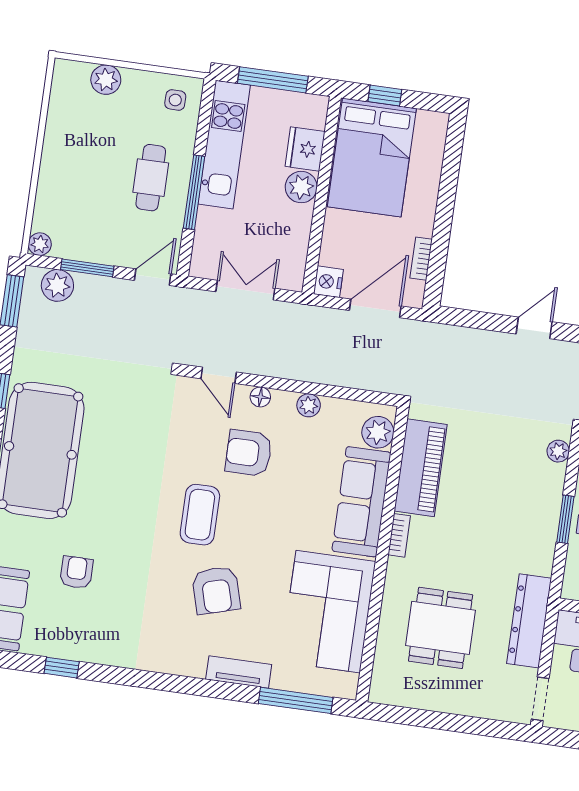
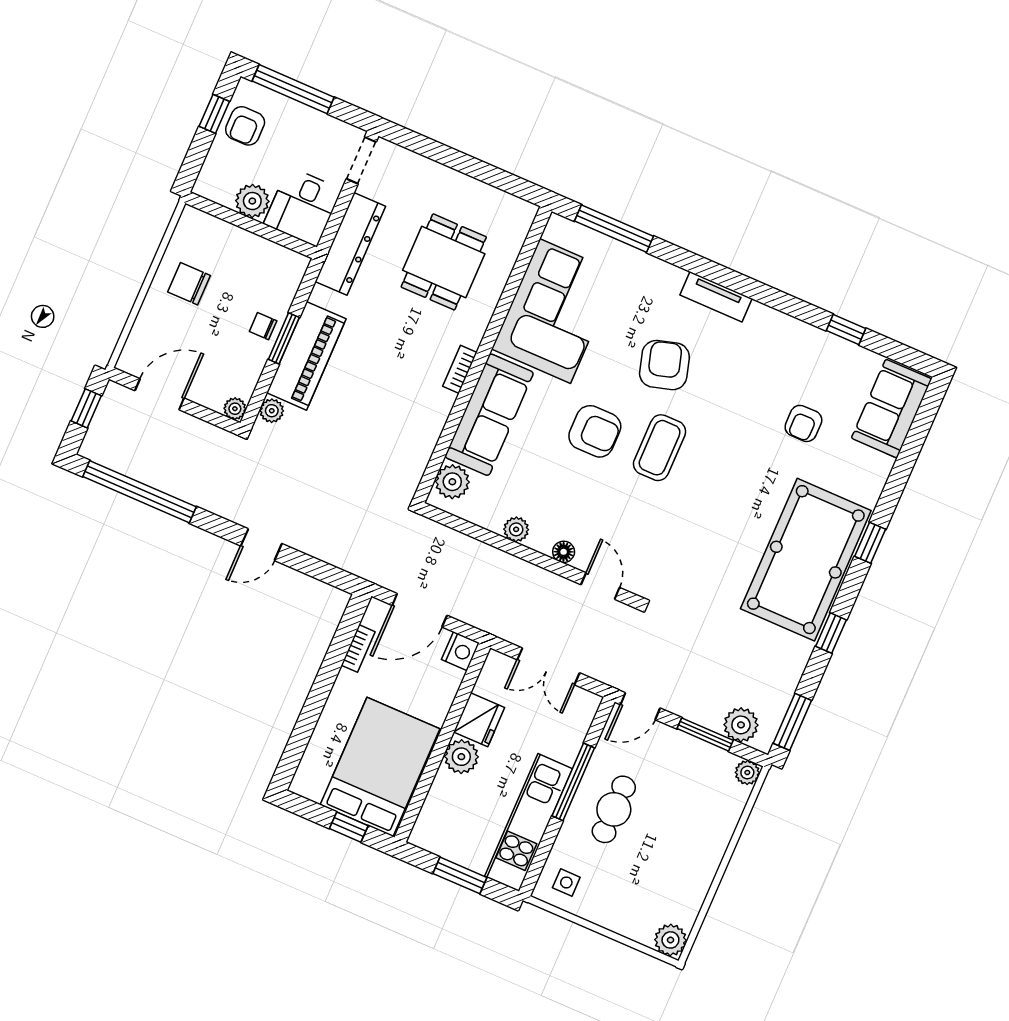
plant: (106, 80) -> (670, 940), moved
window: (273, 80) -> (460, 875), width x0.69
fridge: (305, 149) -> (479, 720), moved
armchair: (249, 453) -> (595, 431), moved
piano: (421, 468) -> (306, 356), moved, turned 180
tv unit: (239, 672) -> (716, 297), moved

